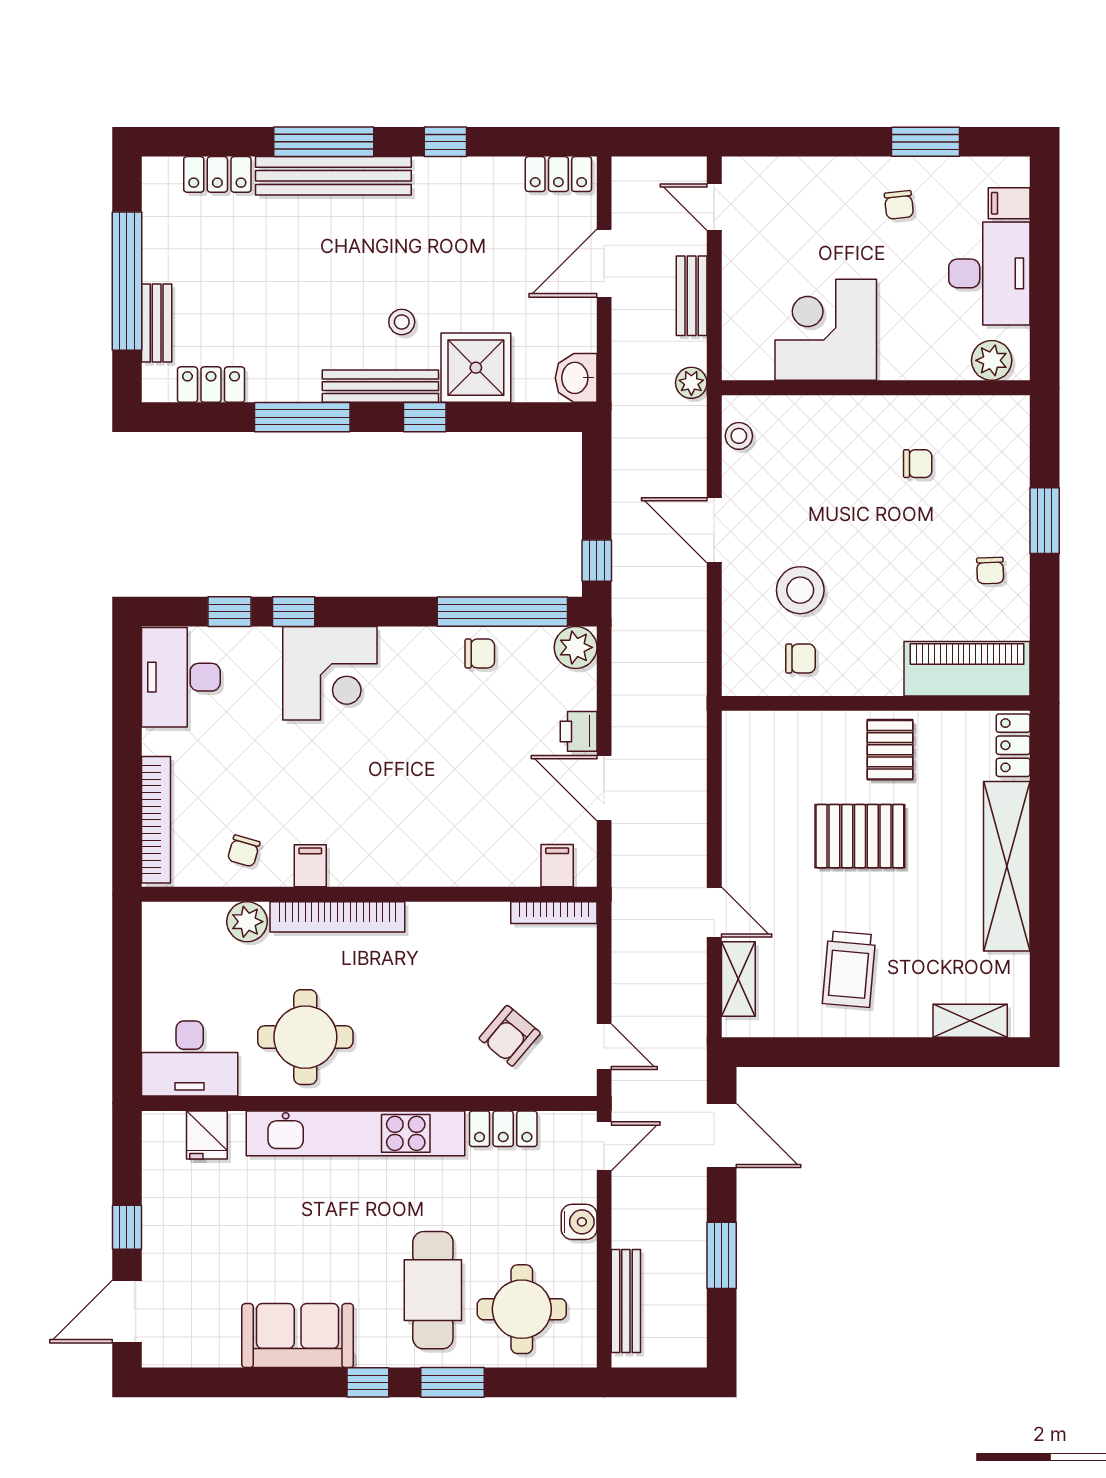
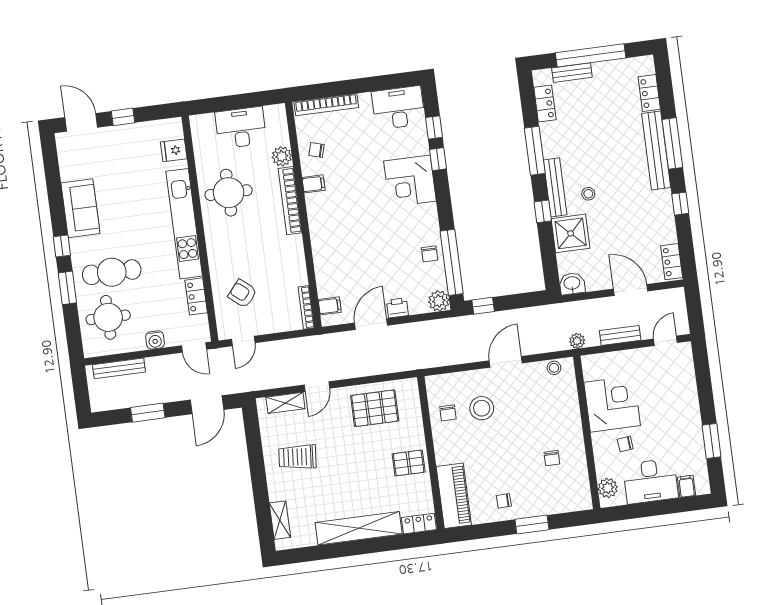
chair: (899, 205) -> (625, 444), moved
pallet: (860, 836) -> (375, 408), moved, turned 90
desk: (190, 1058) -> (241, 128), moved, turned 90

